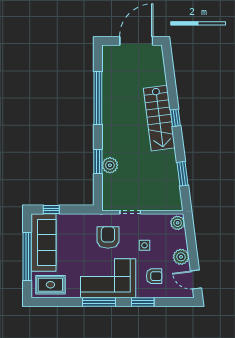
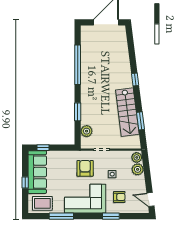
stairs: (159, 118) -> (127, 112), moved
plant: (110, 165) -> (87, 131), moved
window: (27, 257) -> (25, 182), width x0.32
plant: (181, 257) -> (138, 169), moved
window: (99, 302) -> (61, 216), moved

